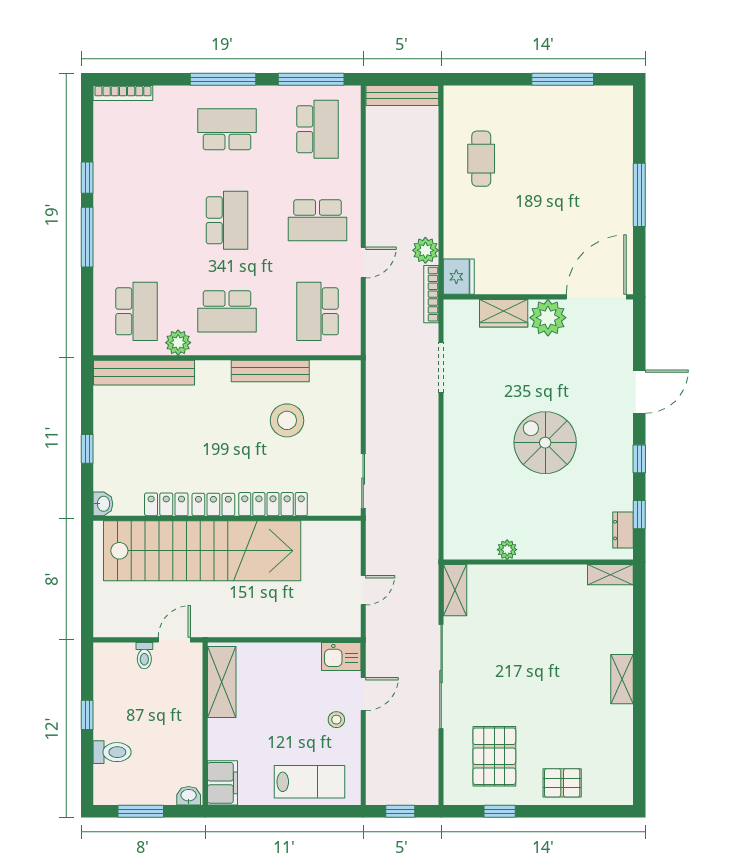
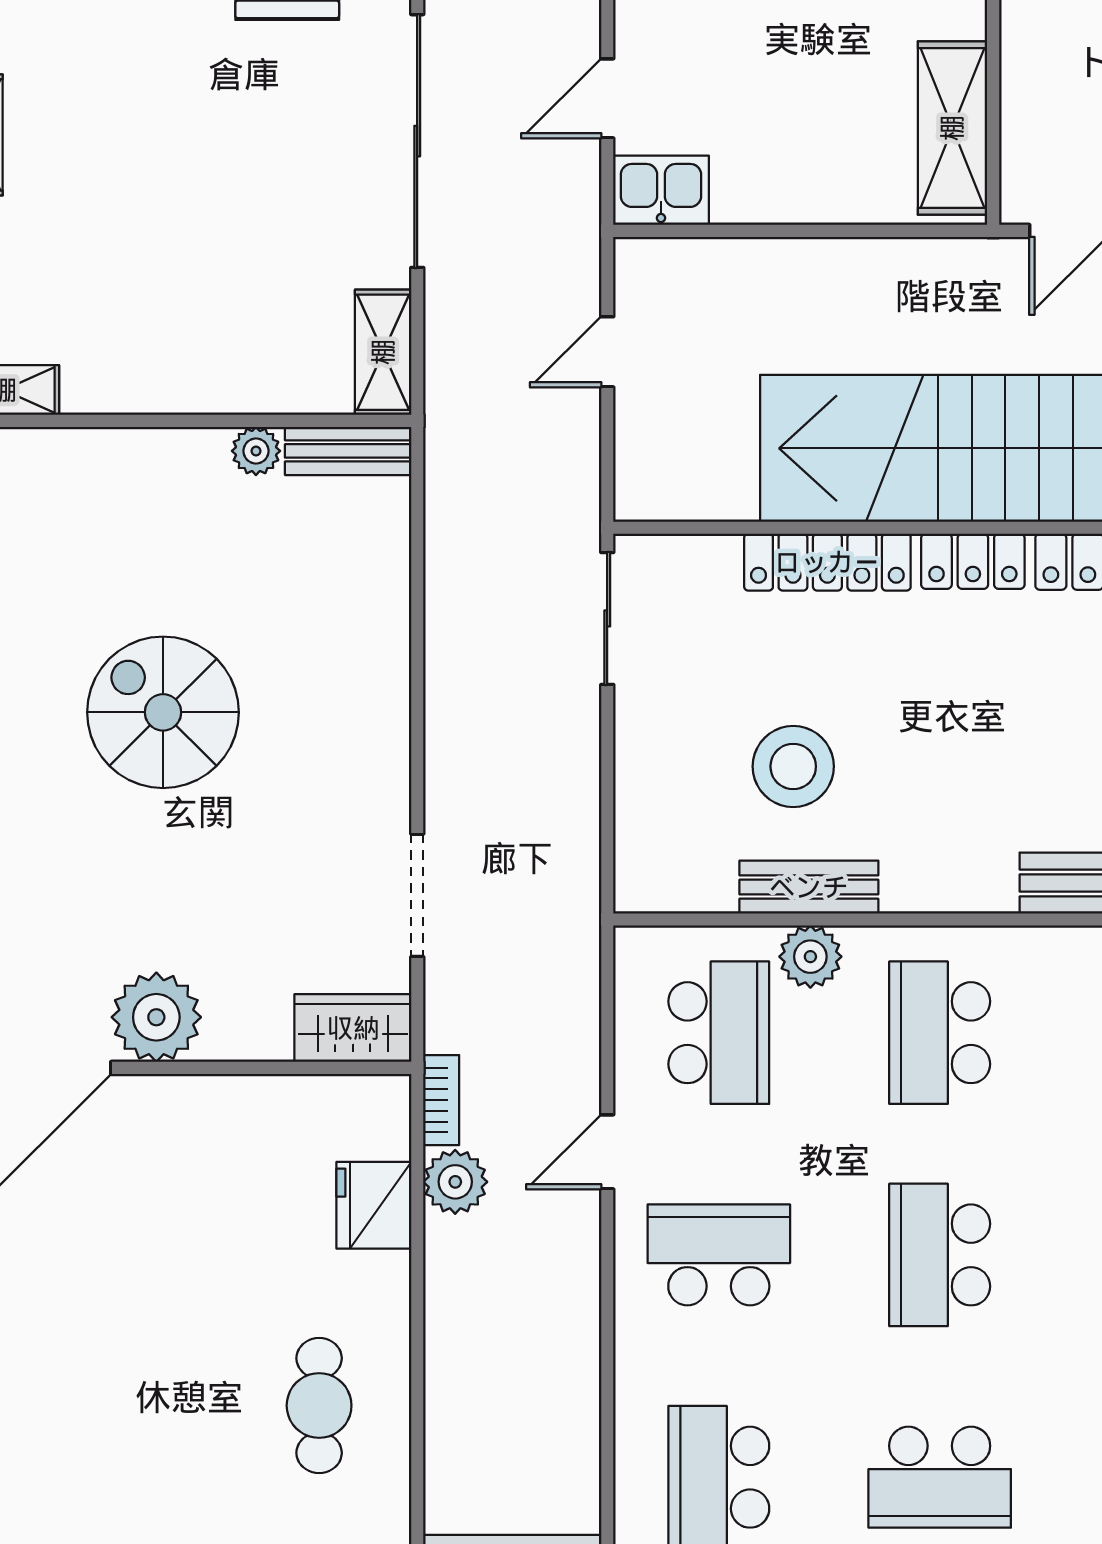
fridge: (459, 277) -> (374, 1205), moved
bookcase: (431, 294) -> (441, 1100), width x0.64
school desk: (227, 311) -> (940, 1033), turned -90
wardrobe: (504, 313) -> (353, 1028), moved
plant: (178, 343) -> (810, 957), moved
bench: (270, 371) -> (809, 887), width x0.73
spiral stairs: (545, 443) -> (163, 712), turned 180
bench: (469, 550) -> (348, 451), added
stool: (336, 720) -> (673, 36), removed

